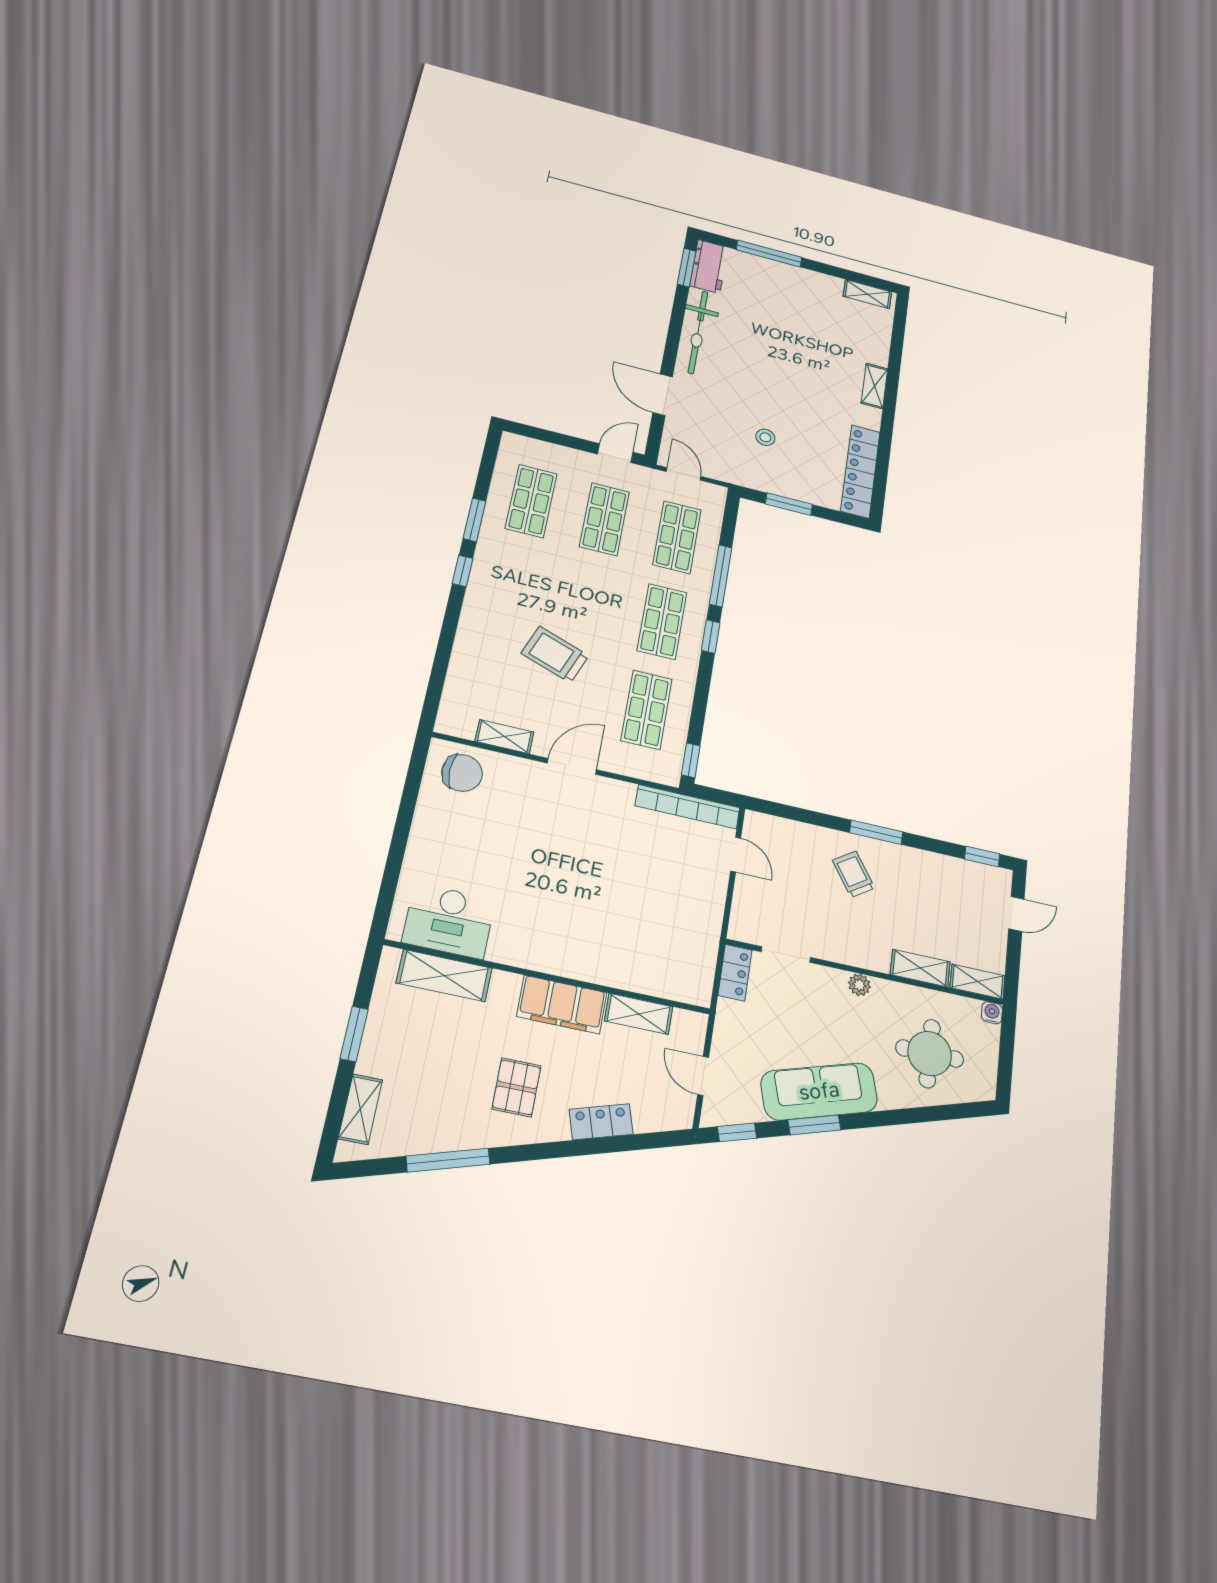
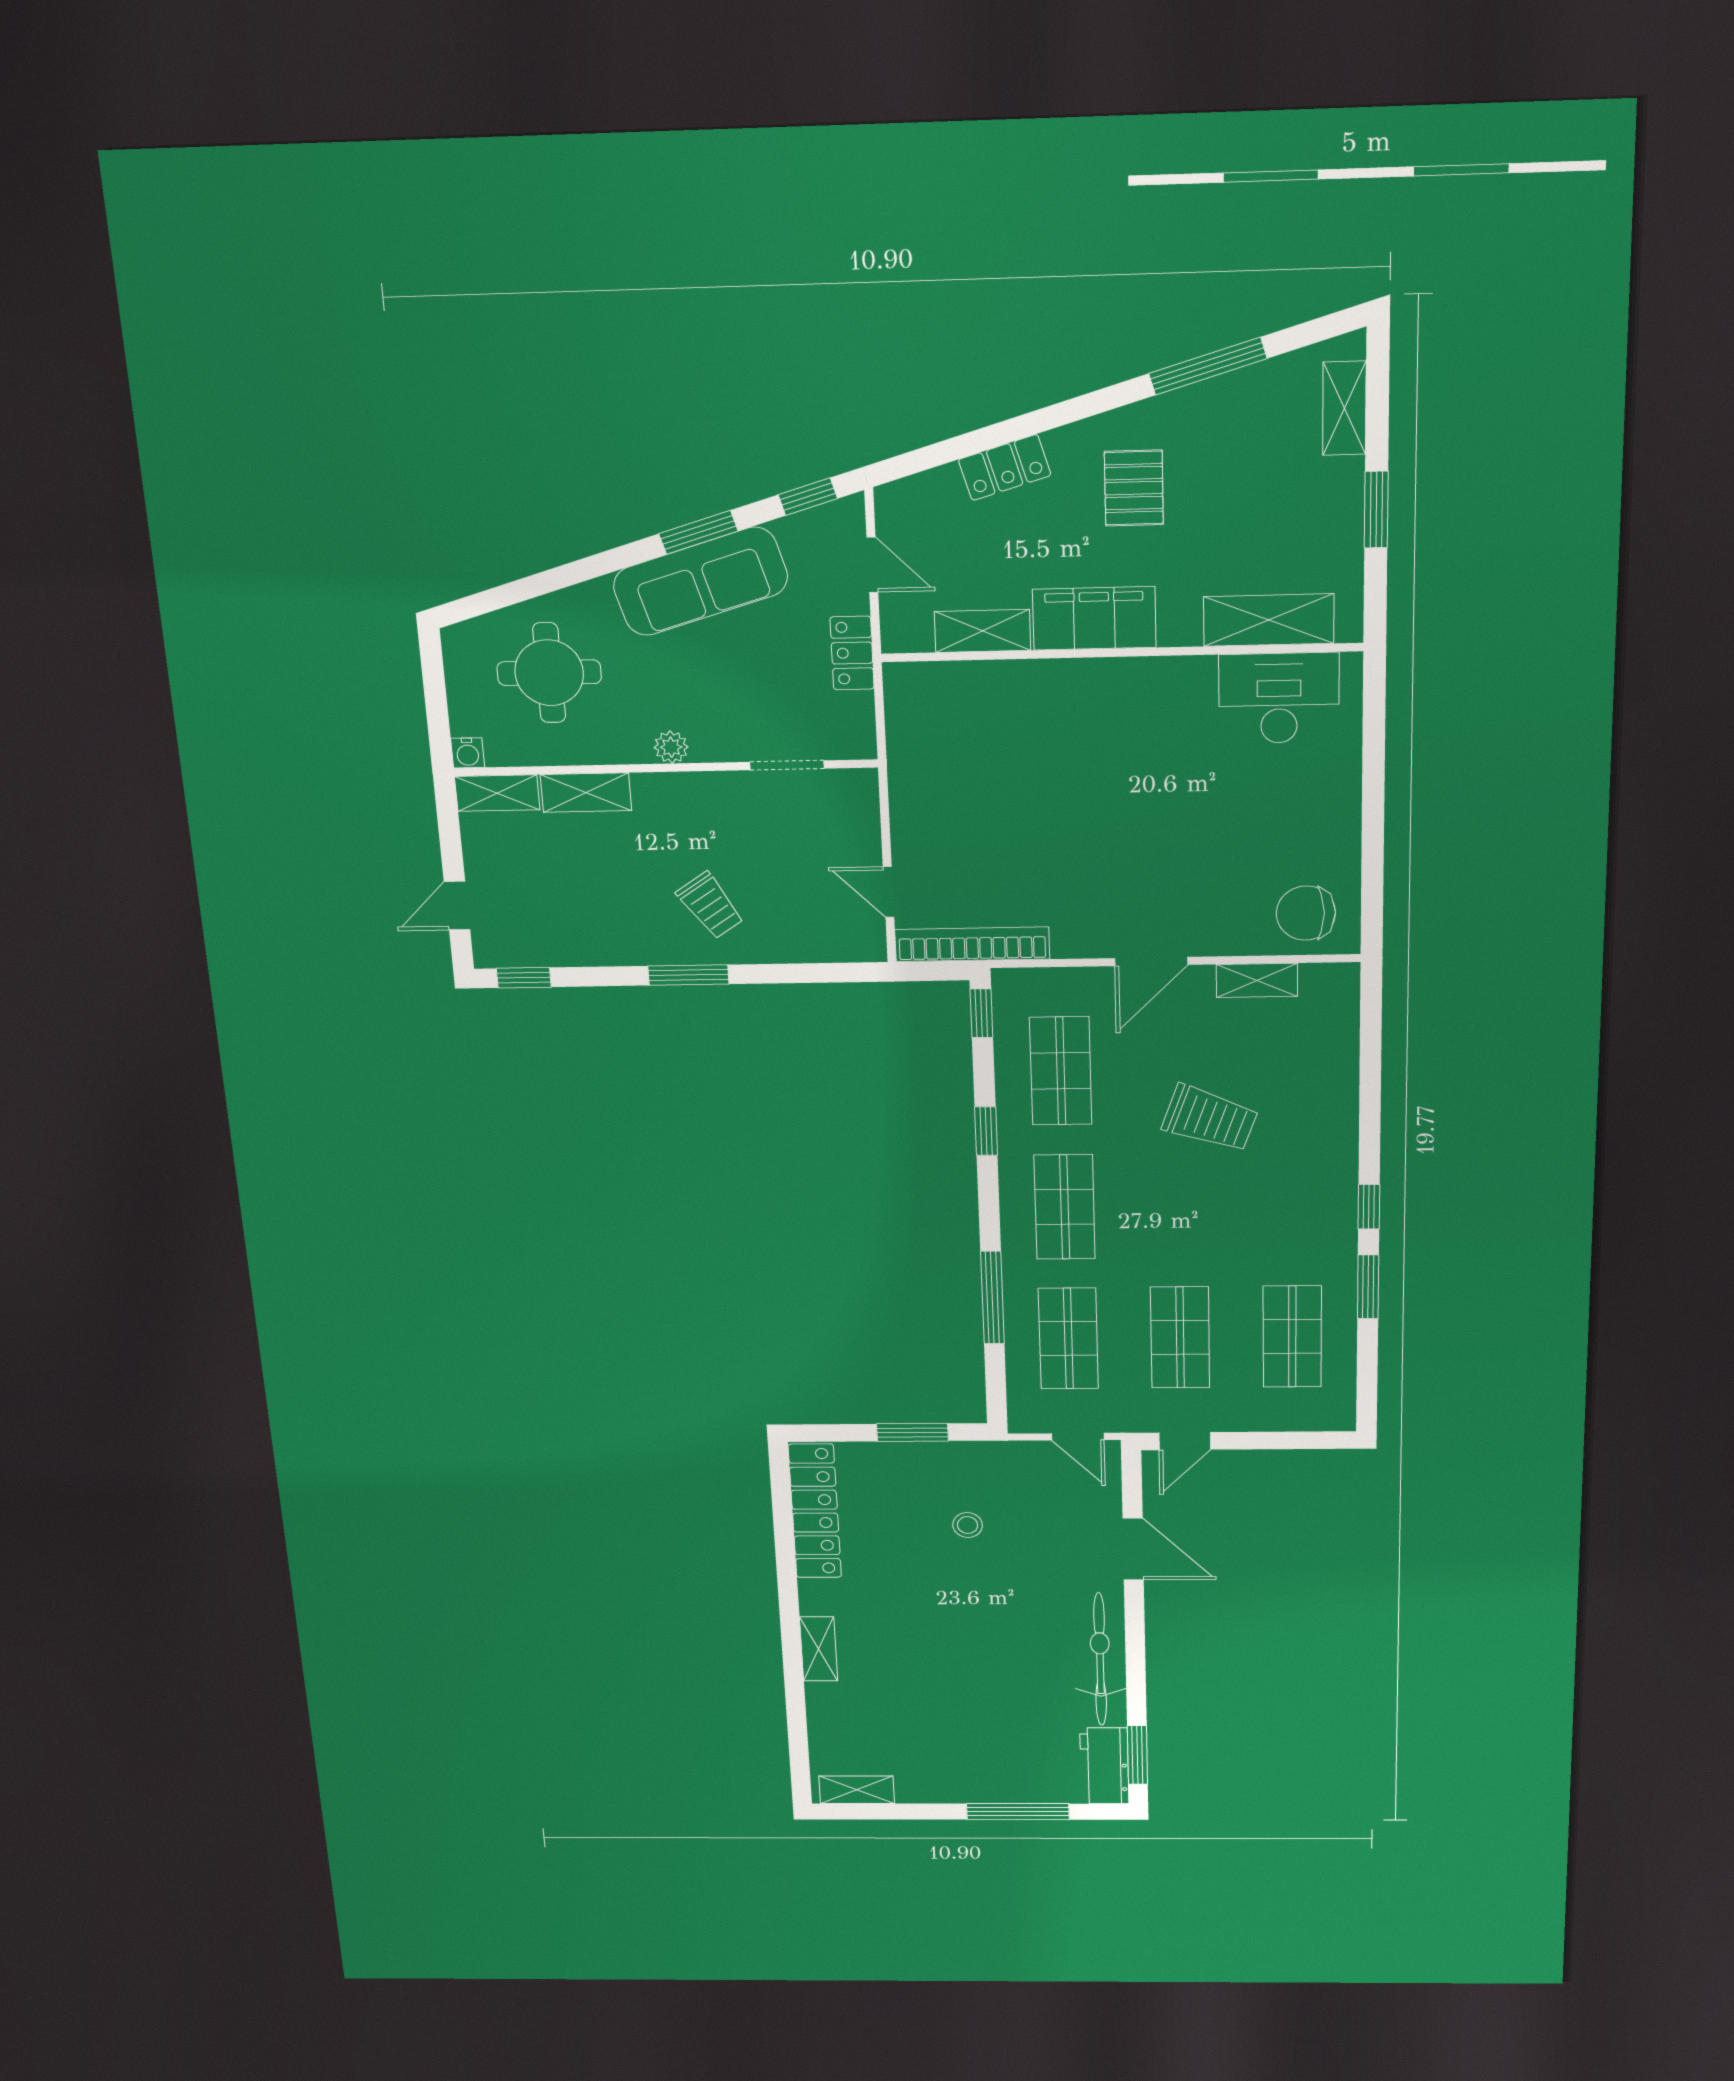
window: (711, 637) -> (986, 1131), moved
locker: (735, 973) -> (852, 653), moved

